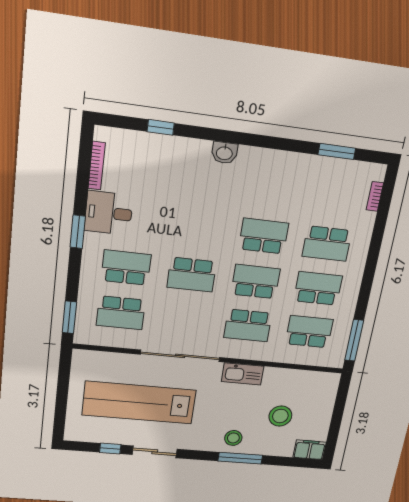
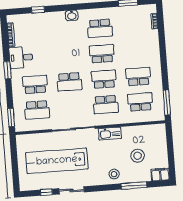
school desk: (327, 244) -> (100, 28), moved
window: (240, 458) -> (134, 185), moved

